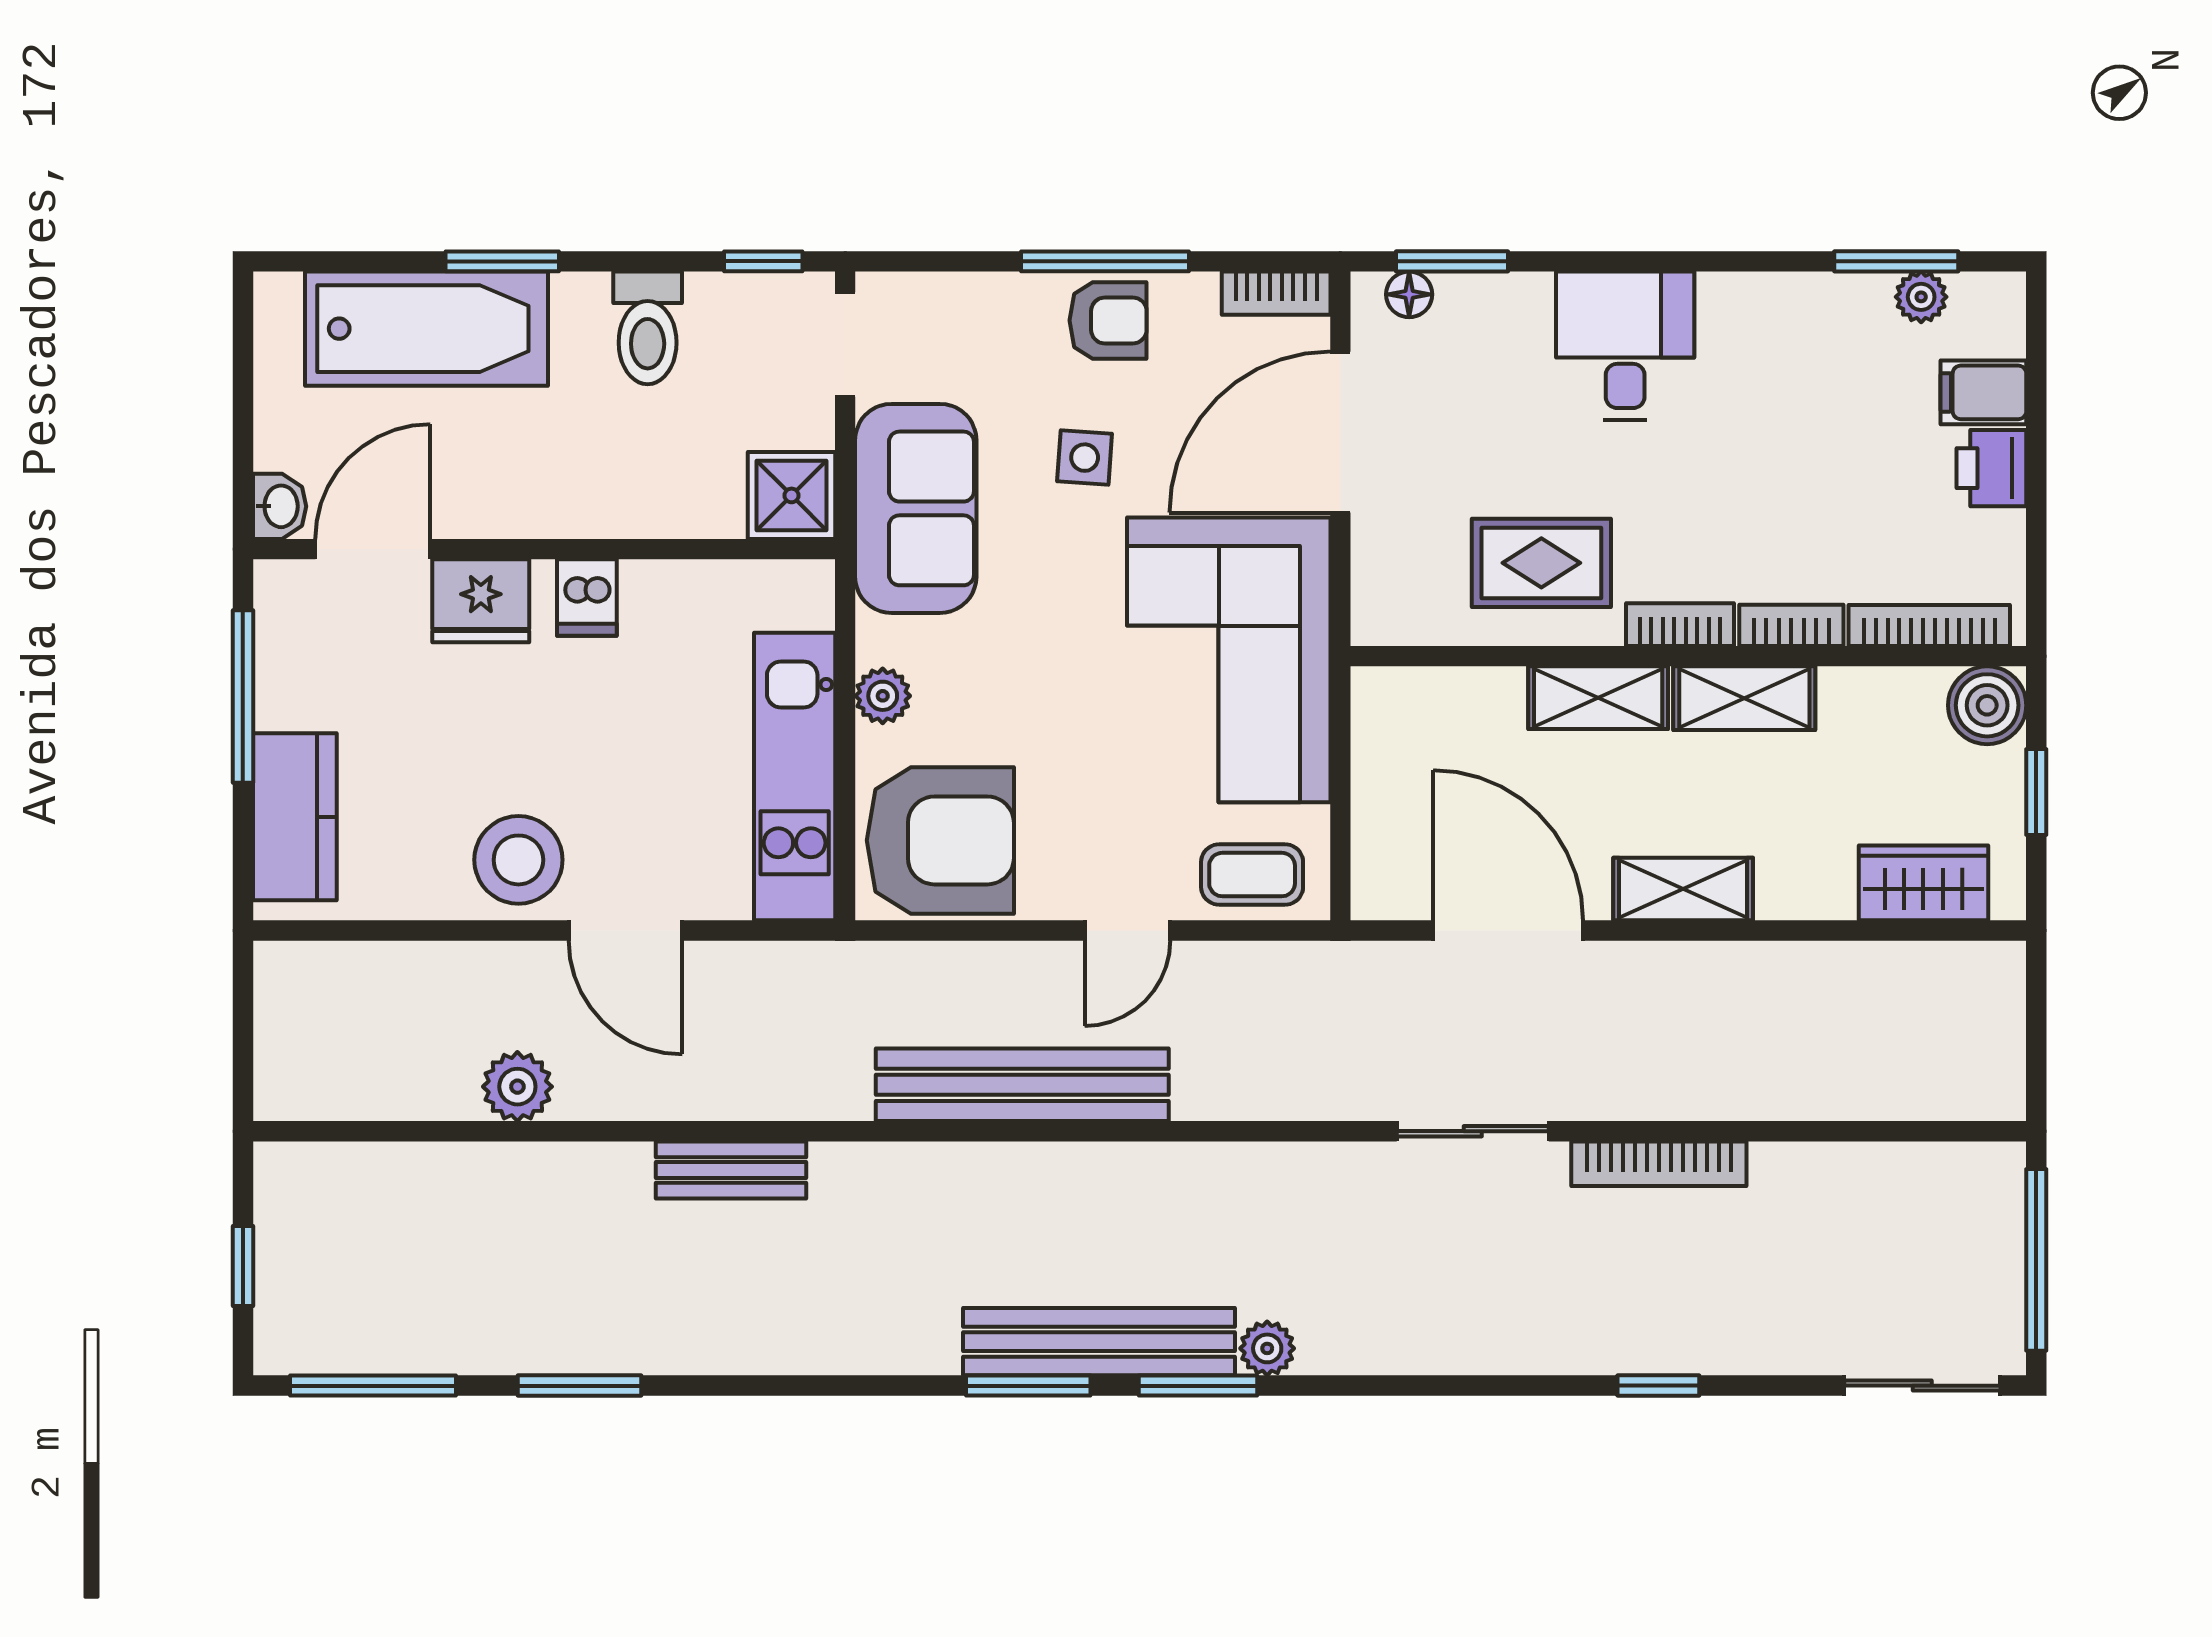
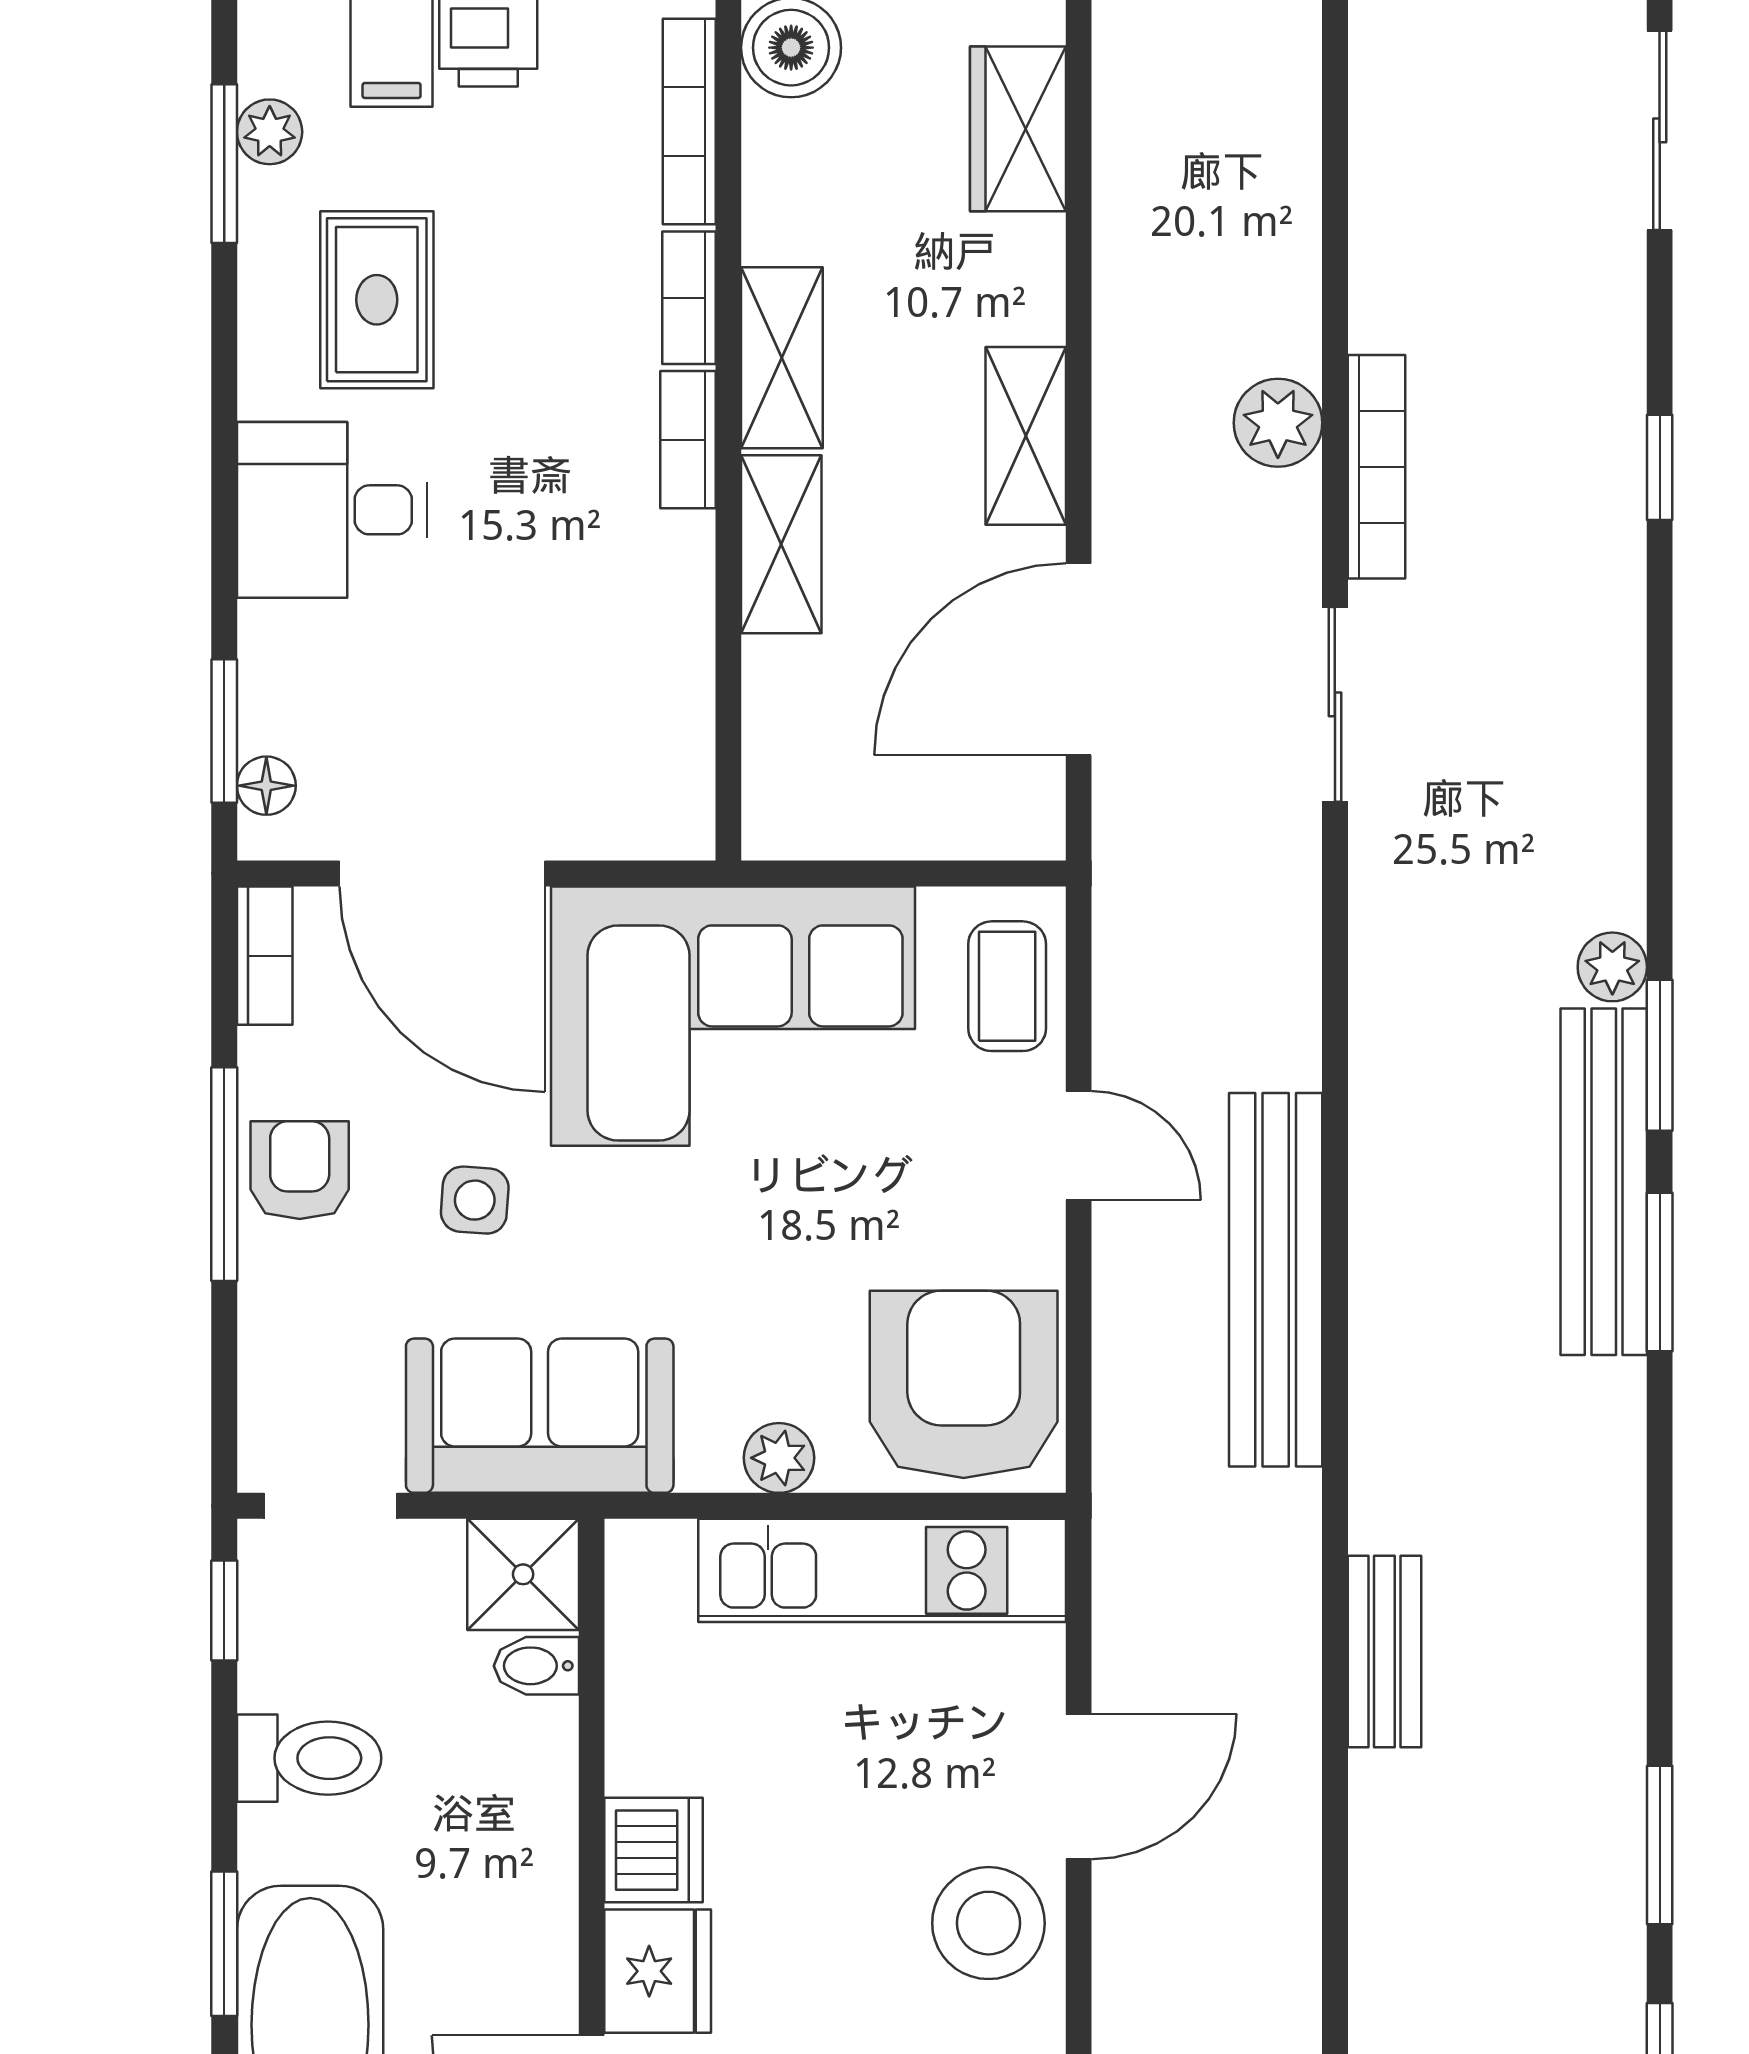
bidet: (720, 506) -> (536, 1666), added
rug: (1541, 563) -> (377, 300), moved
dishwasher: (587, 598) -> (653, 1850), width x1.38
plant: (517, 1087) -> (1278, 423), moved

